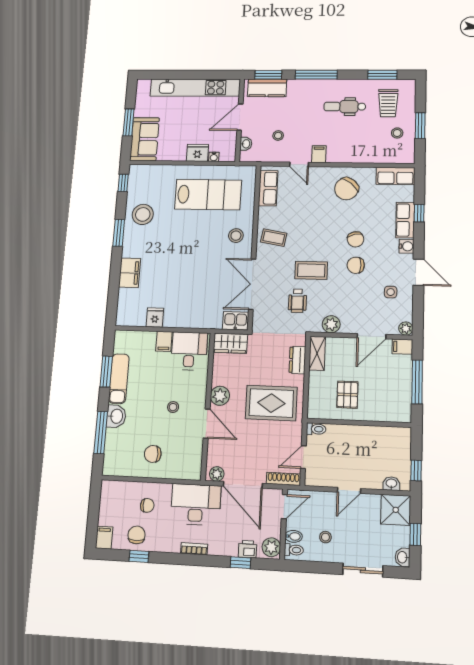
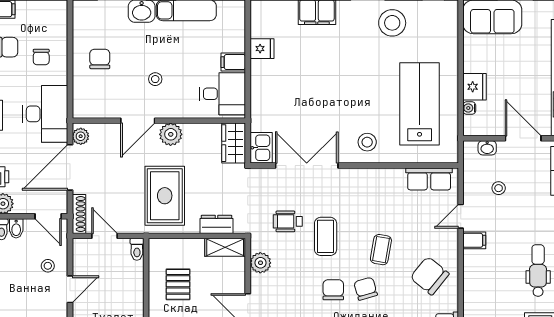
lab bench: (208, 195) -> (420, 104), turned 180
coffee table: (274, 238) -> (381, 250), moved
chair: (356, 239) -> (366, 289), turned 88
pallet: (347, 395) -> (178, 284), turned 90
door: (349, 490) -> (70, 289), swing flipped
stool: (325, 537) -> (48, 266), moved

